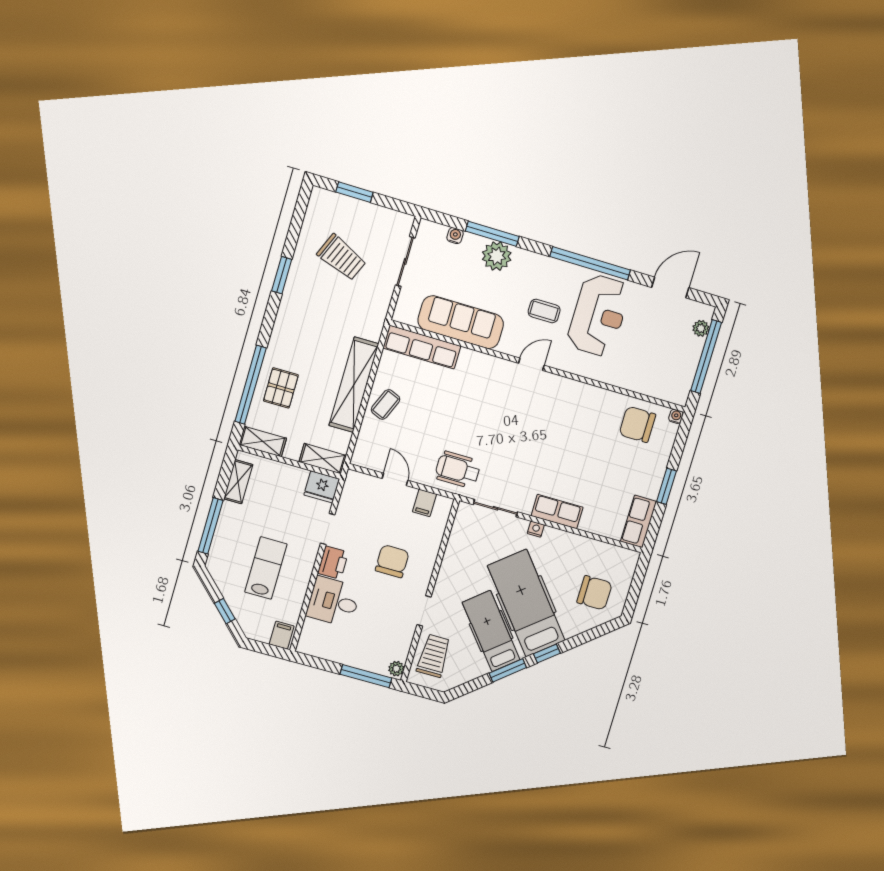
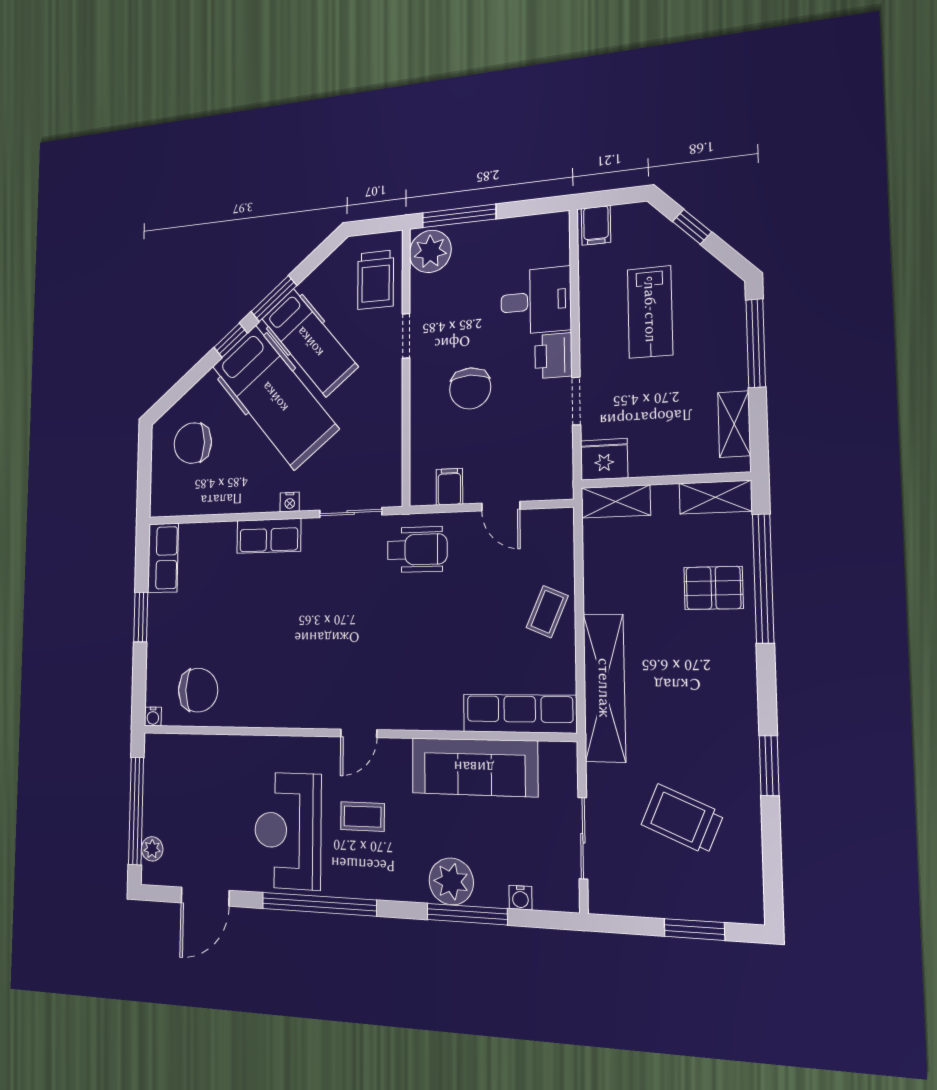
shelving: (354, 385) -> (604, 688), moved
pallet: (281, 388) -> (713, 588), turned 90
plant: (396, 669) -> (430, 251), width x1.88, depth x1.88

